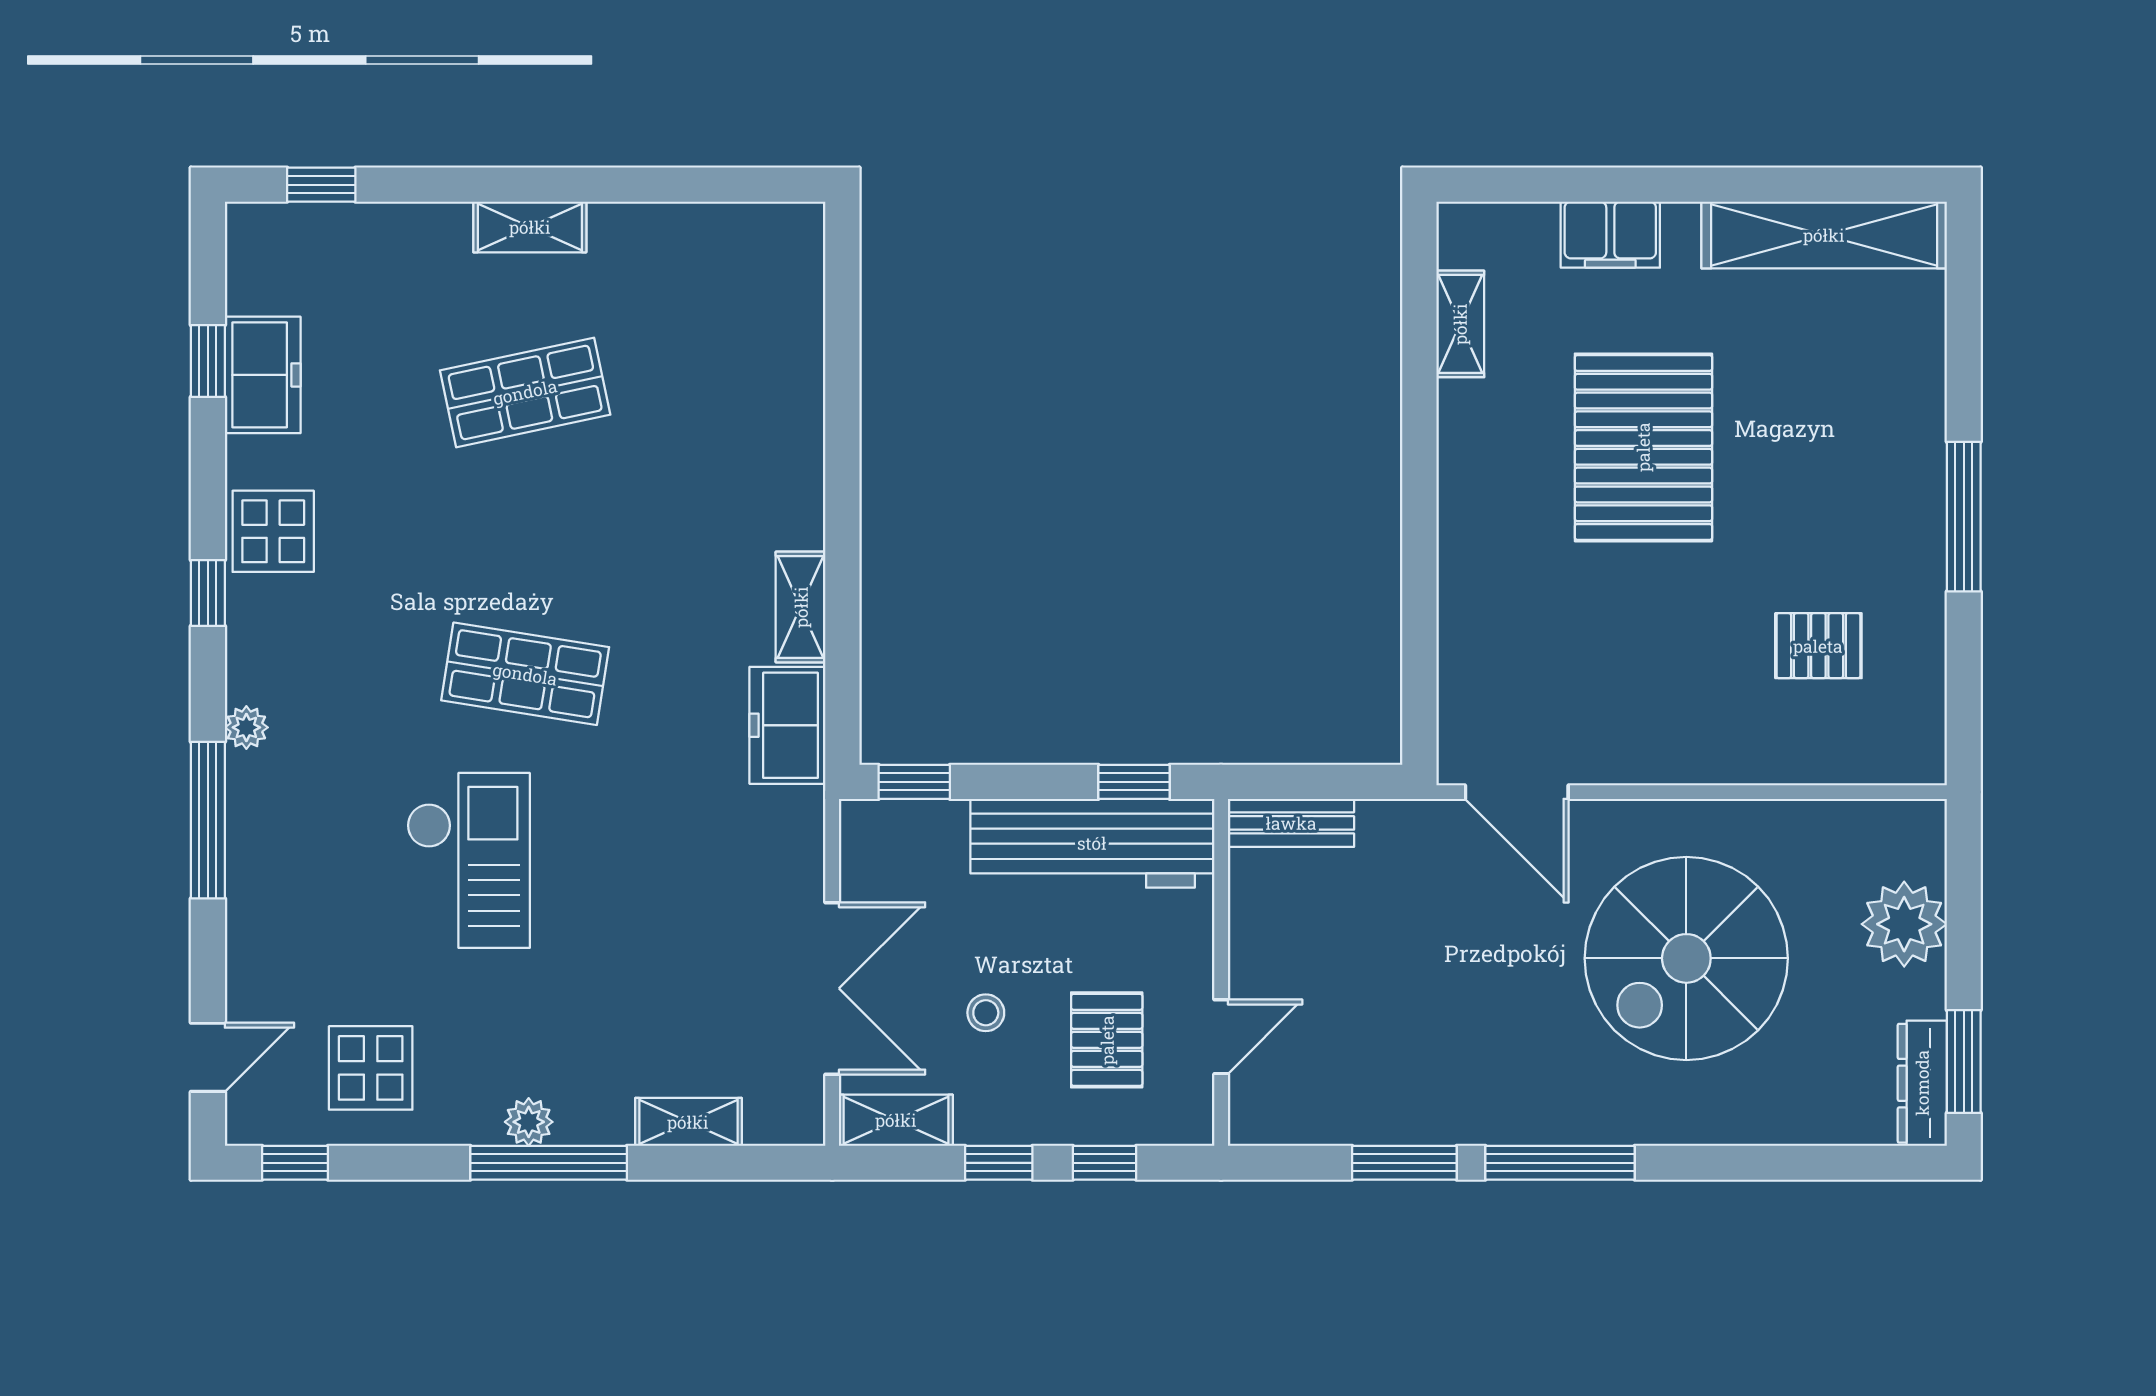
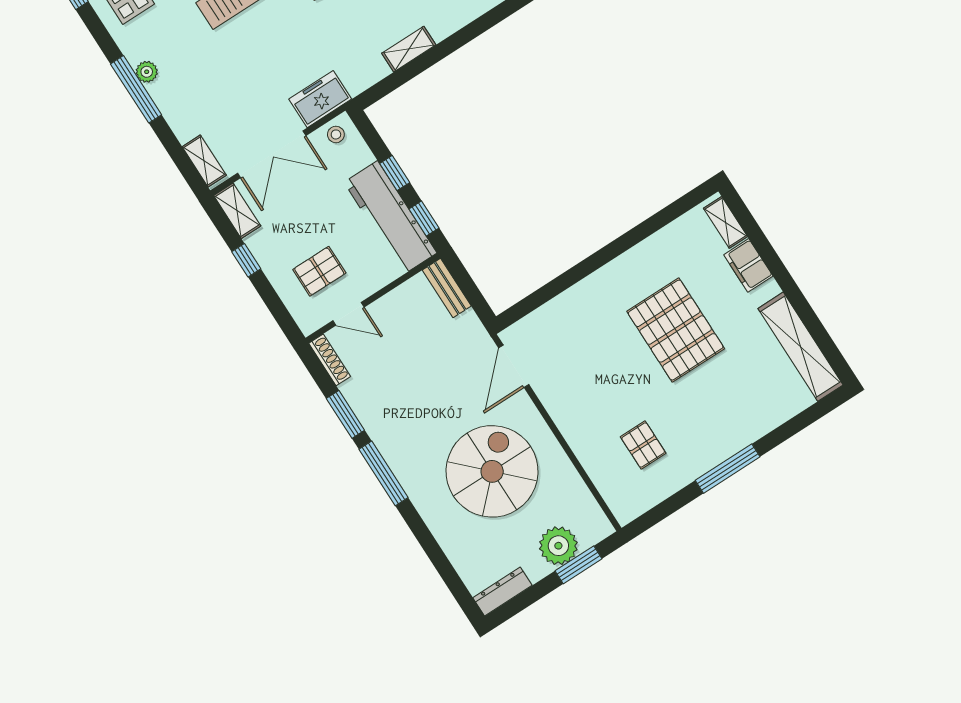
shelving: (1460, 324) -> (726, 222), moved, turned 90
pallet: (1643, 447) -> (676, 330), turned 90
freezer: (787, 725) -> (320, 99), moved
window: (914, 782) -> (395, 173), moved
spiral stairs: (1686, 958) -> (492, 471), turned 90
stool: (986, 1013) -> (336, 134), moved
window: (1964, 1062) -> (578, 565), moved
shelving: (688, 1122) -> (204, 161), moved
shoe rack: (1284, 1127) -> (330, 360), added
window: (1105, 1163) -> (272, 300), removed

